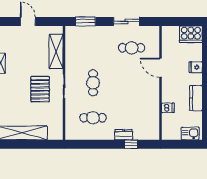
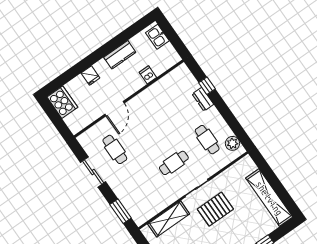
plant: (78, 134) -> (232, 143), added

